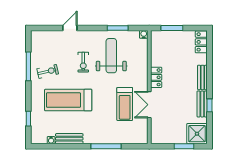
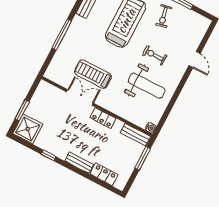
window: (118, 28) -> (170, 106), removed
locker: (201, 42) -> (104, 174), moved
bench: (202, 104) -> (135, 134), moved

